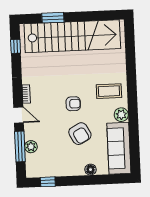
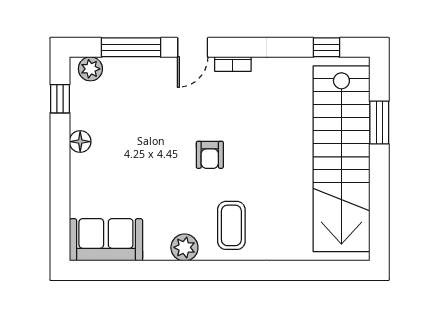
armchair: (80, 134) -> (151, 165), removed
plant: (31, 147) -> (90, 69), moved
sofa: (119, 148) -> (106, 240), width x0.73
floor lamp: (91, 170) -> (80, 142), moved

